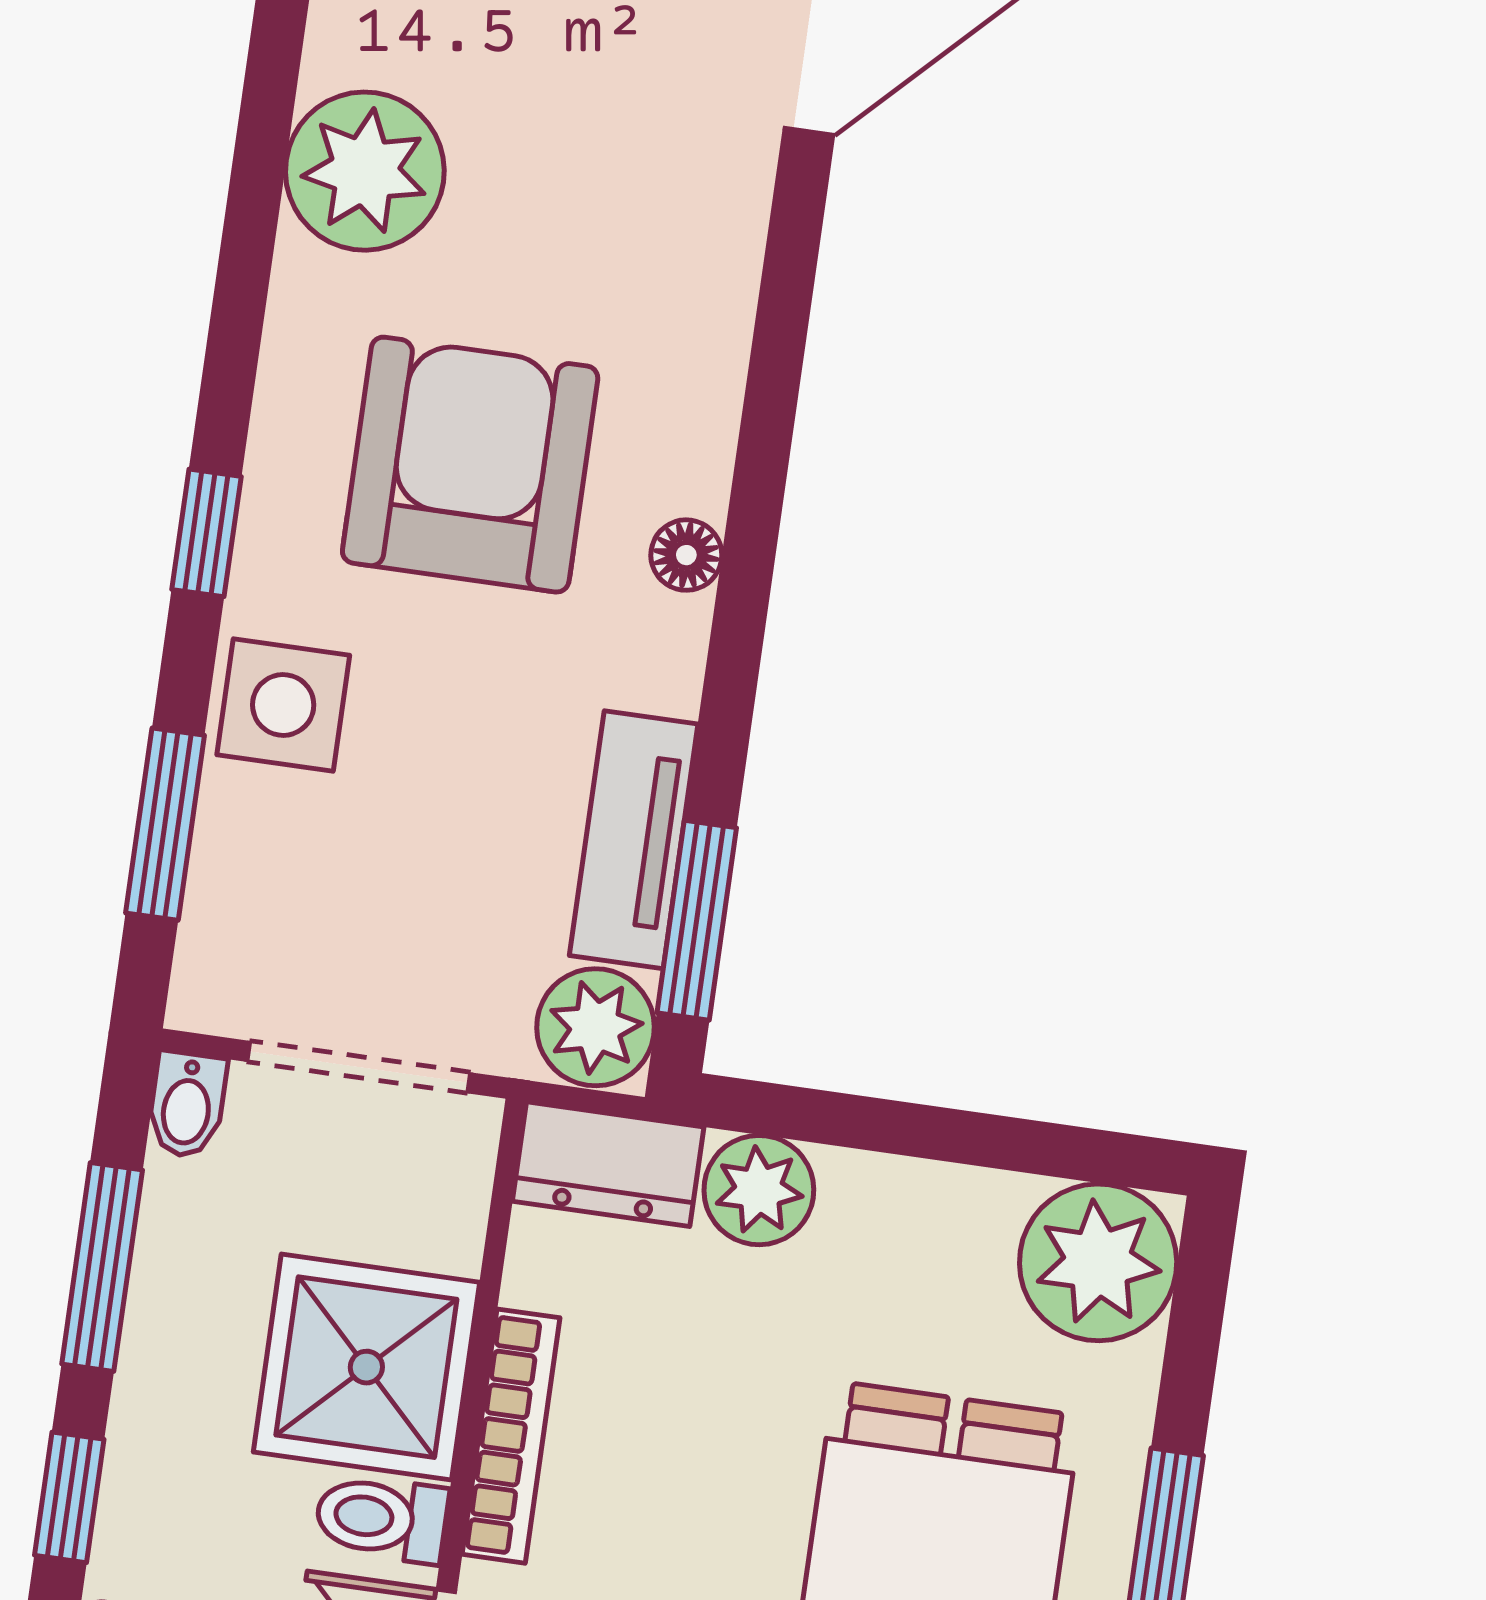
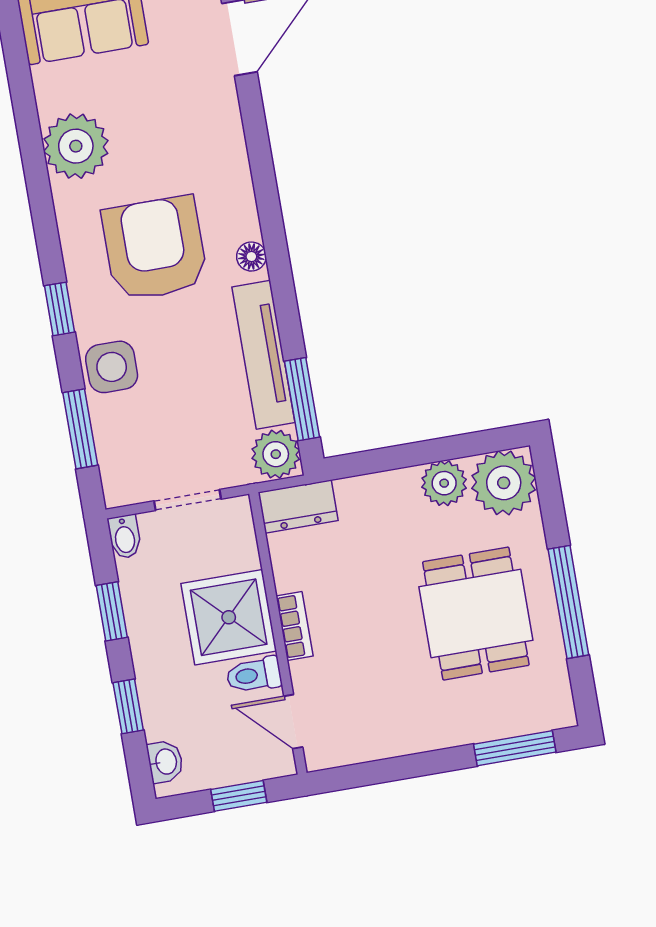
tv unit: (634, 840) -> (263, 355), width x1.41
doorway: (359, 1067) -> (187, 500), width x0.73
plant: (759, 1190) -> (444, 483), moved
window: (102, 1267) -> (112, 611), width x0.67
bookcase: (511, 1436) -> (294, 626), width x0.64

